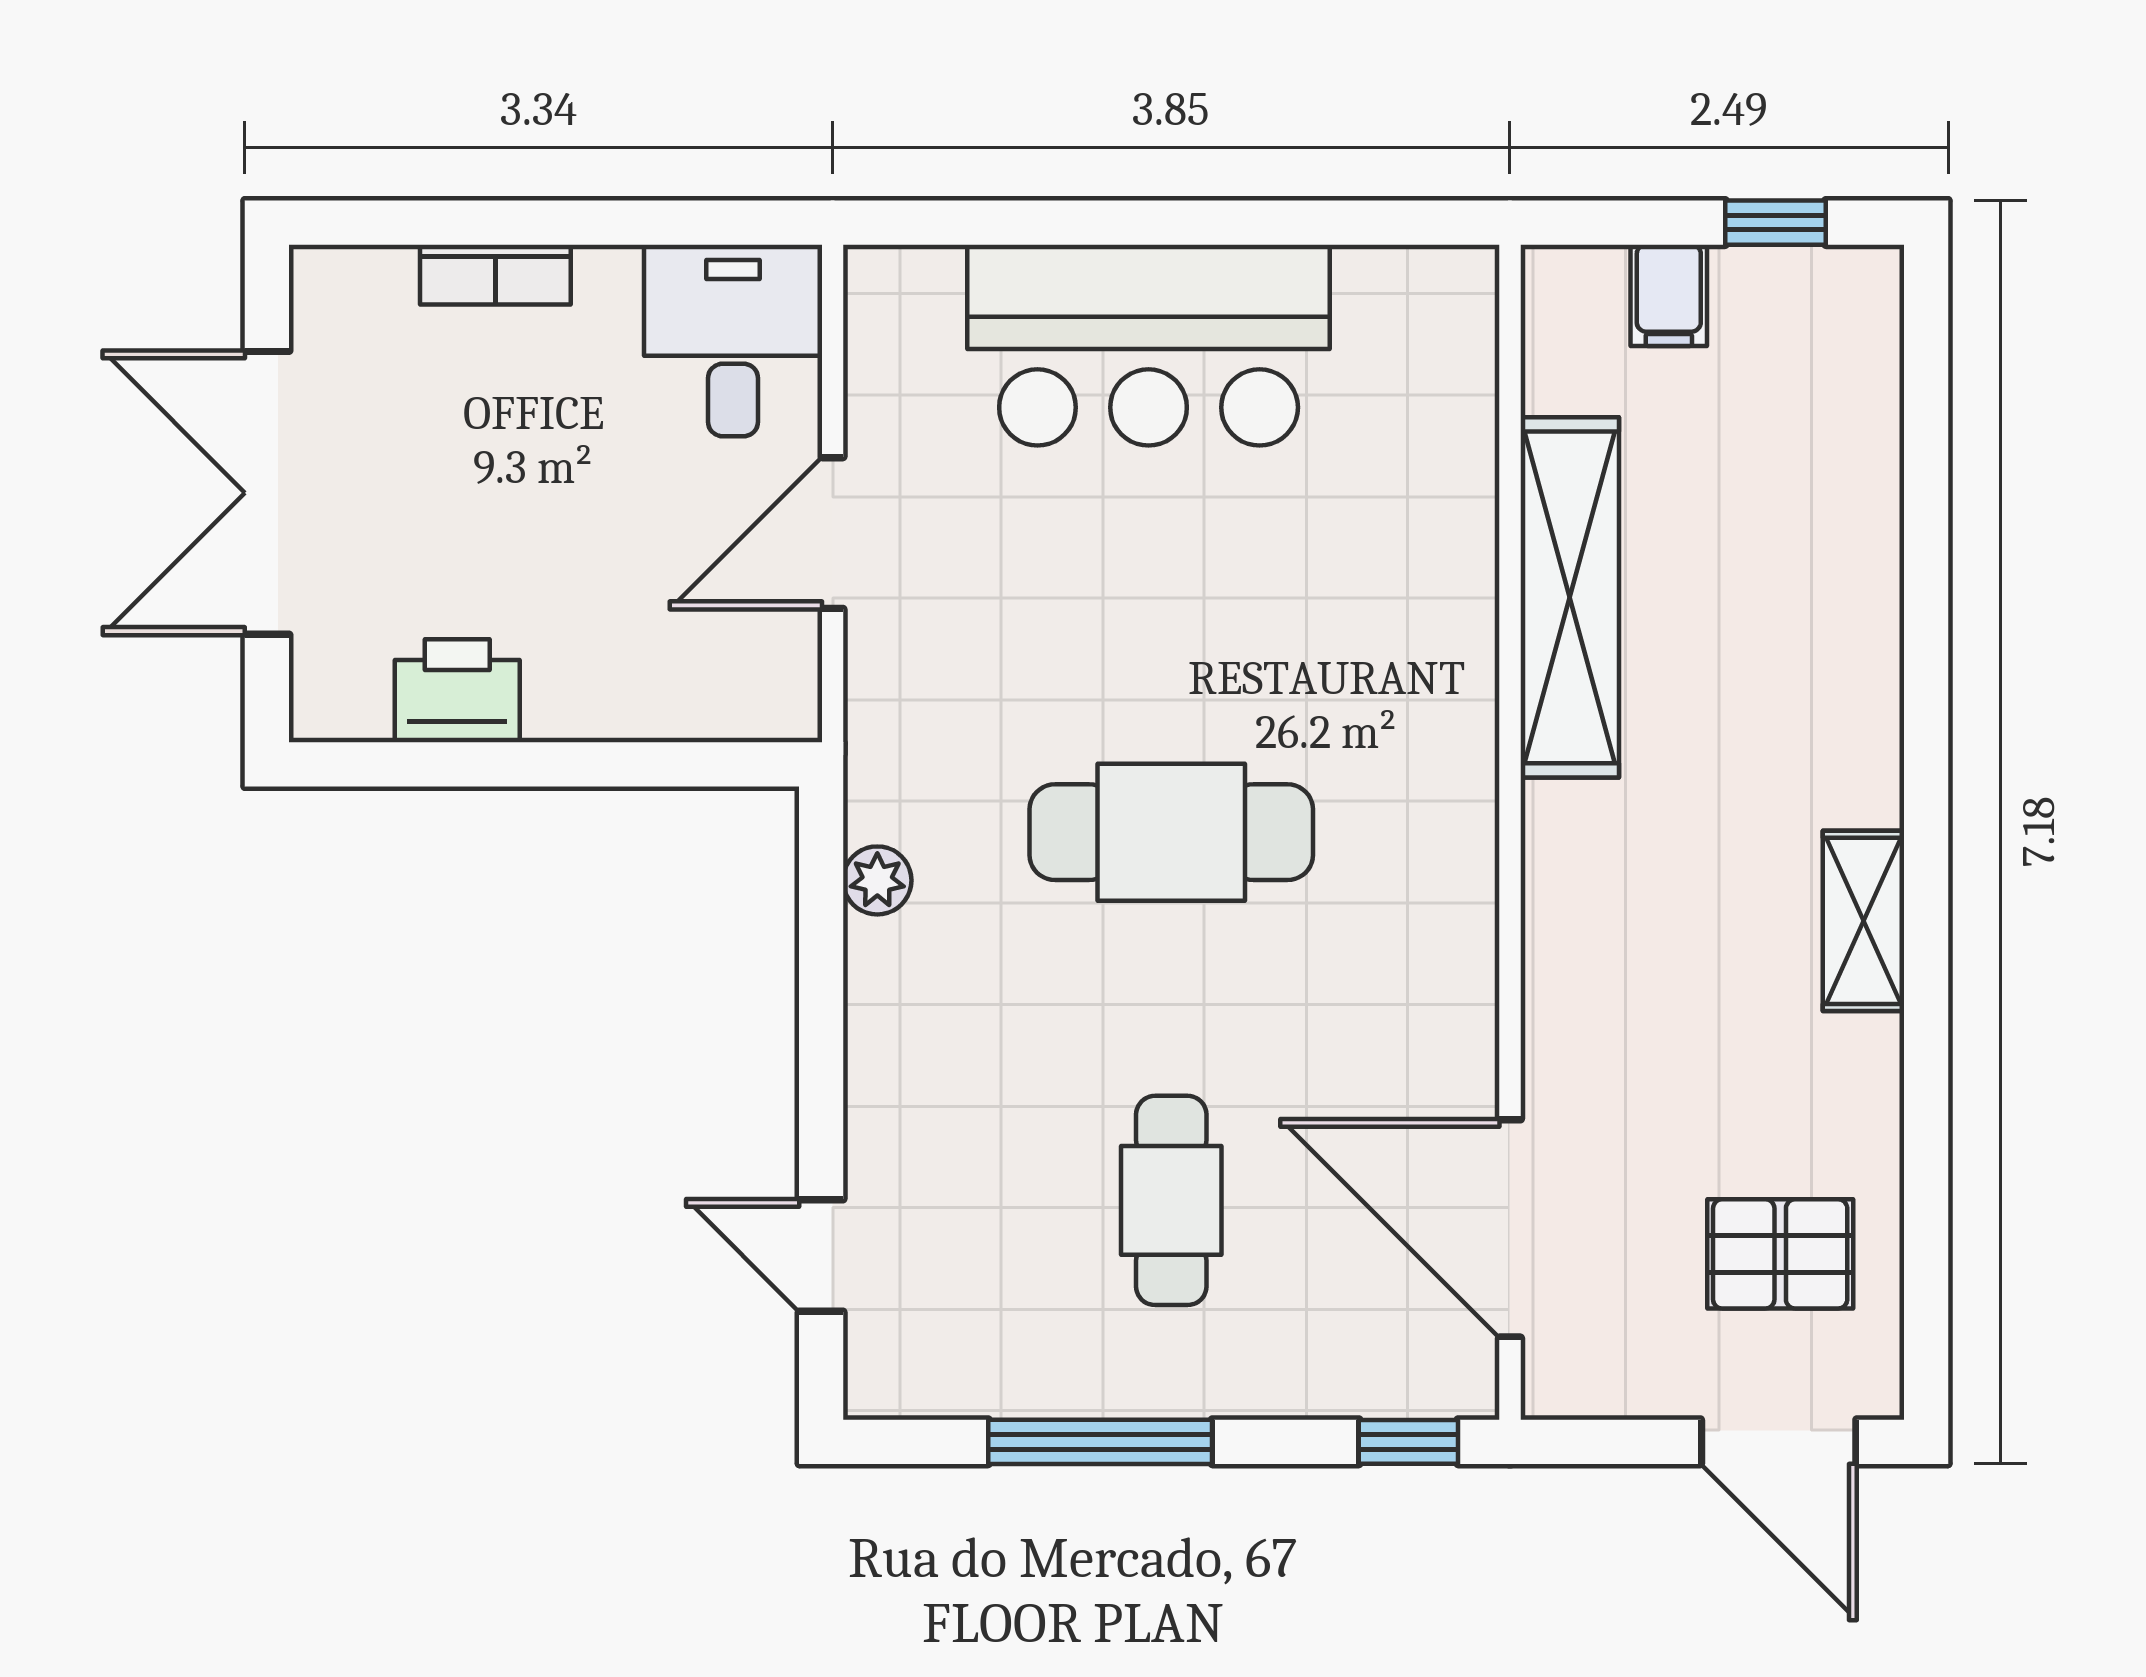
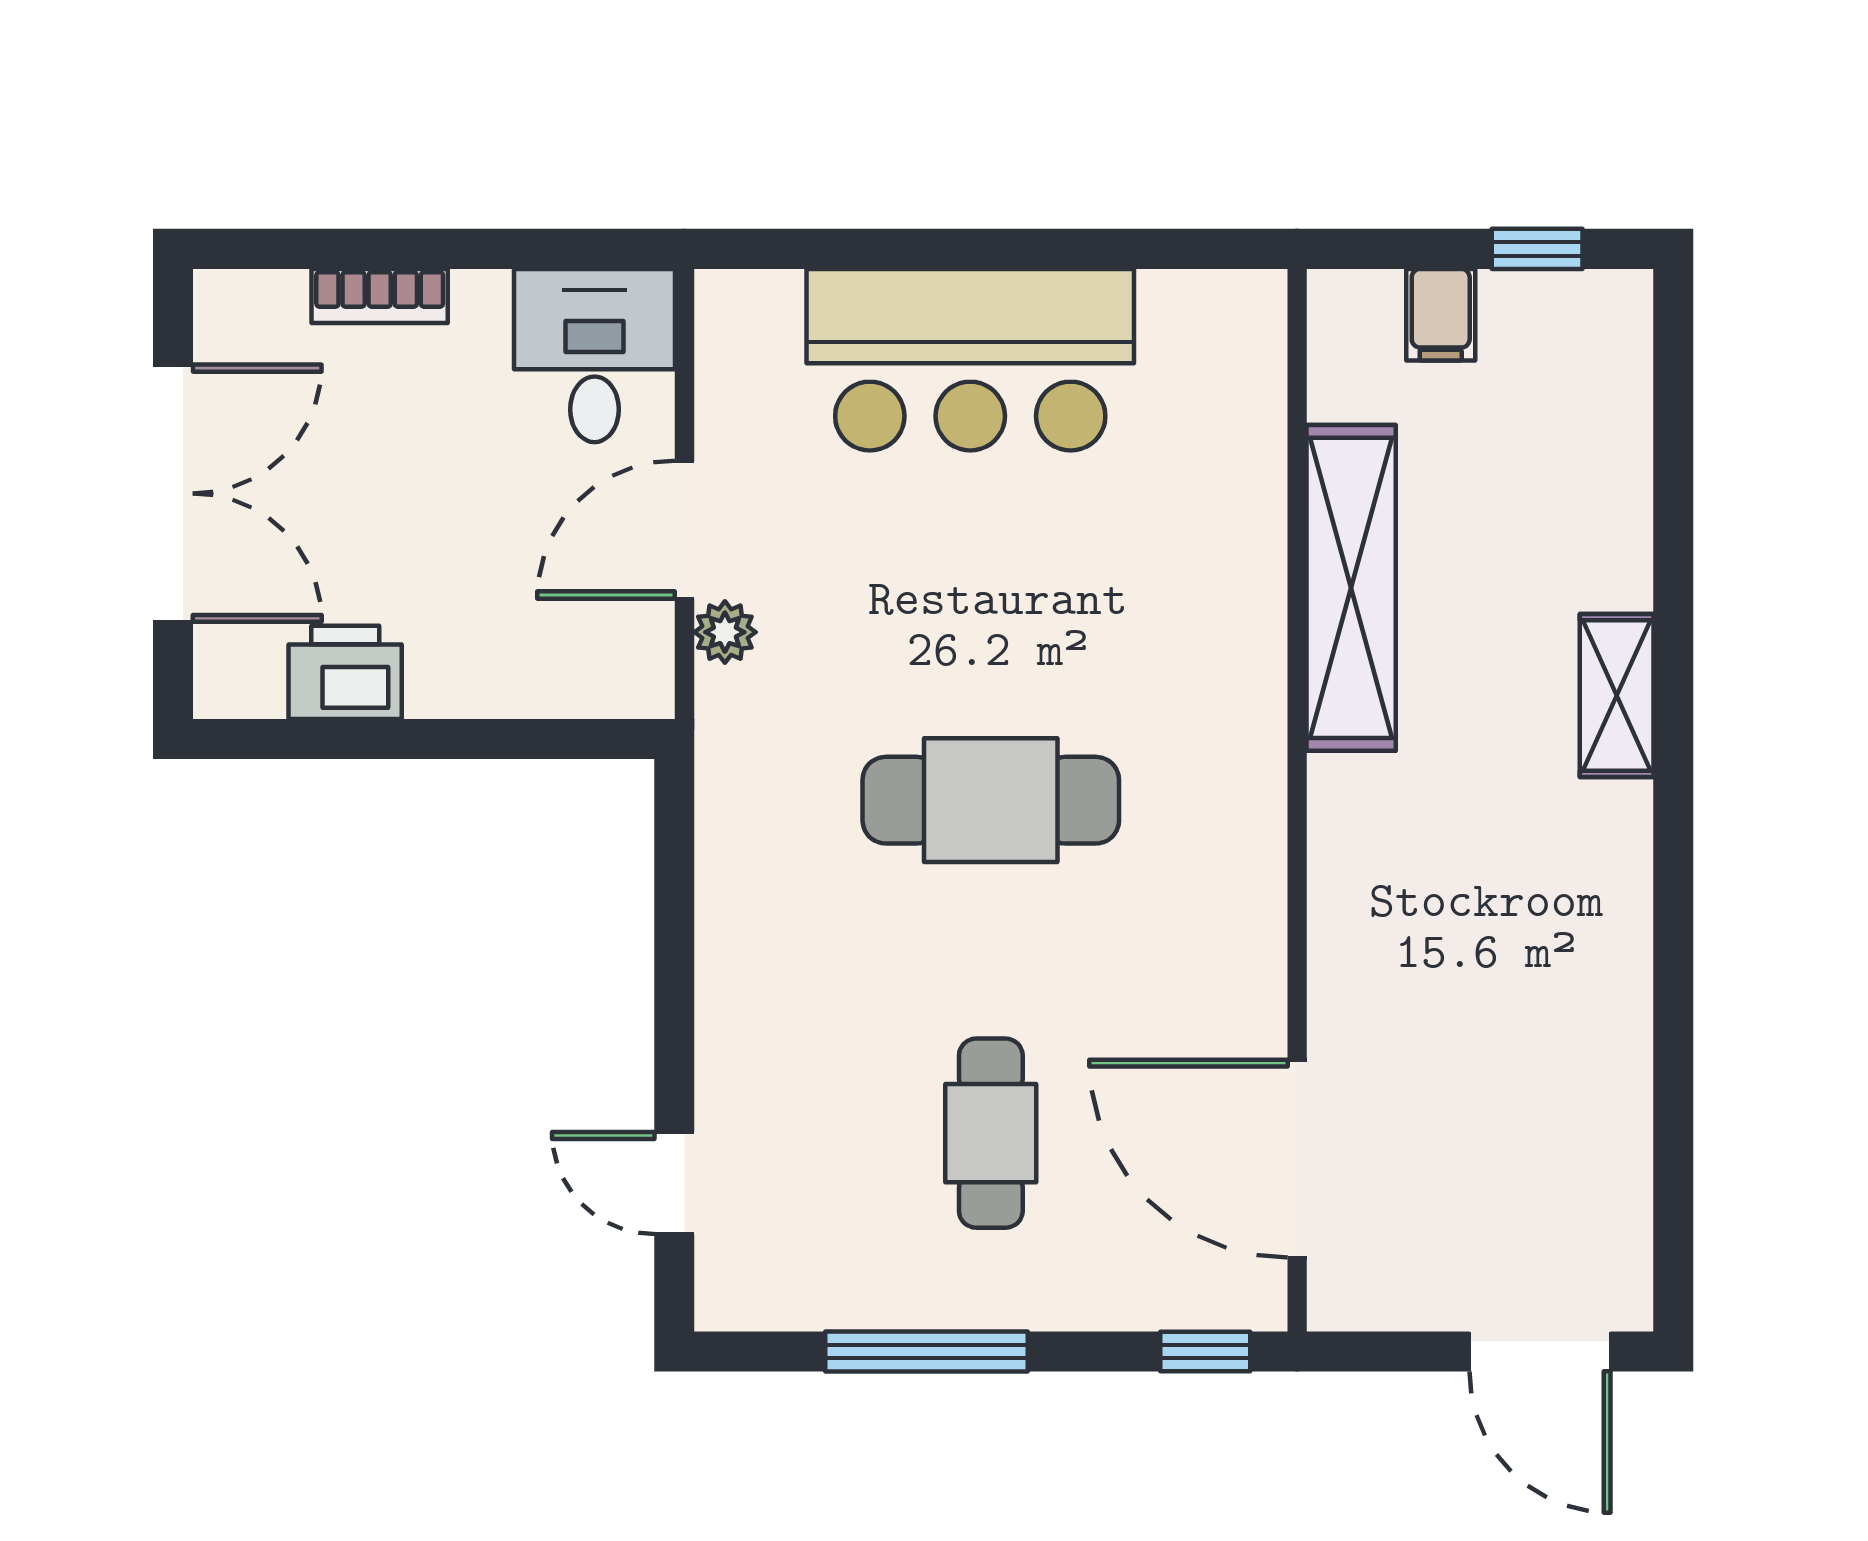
double door: (267, 493) -> (173, 493), swing flipped
plant: (877, 880) -> (725, 632), moved
shelving: (1863, 921) -> (1617, 696), moved
pallet: (1780, 1254) -> (1541, 1181), removed

